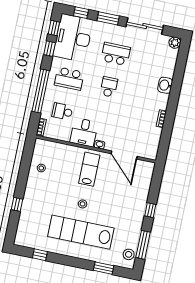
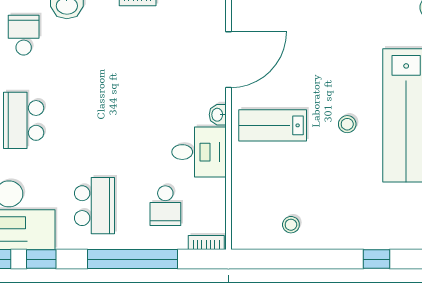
school desk: (109, 87) -> (24, 35), moved, turned 90

